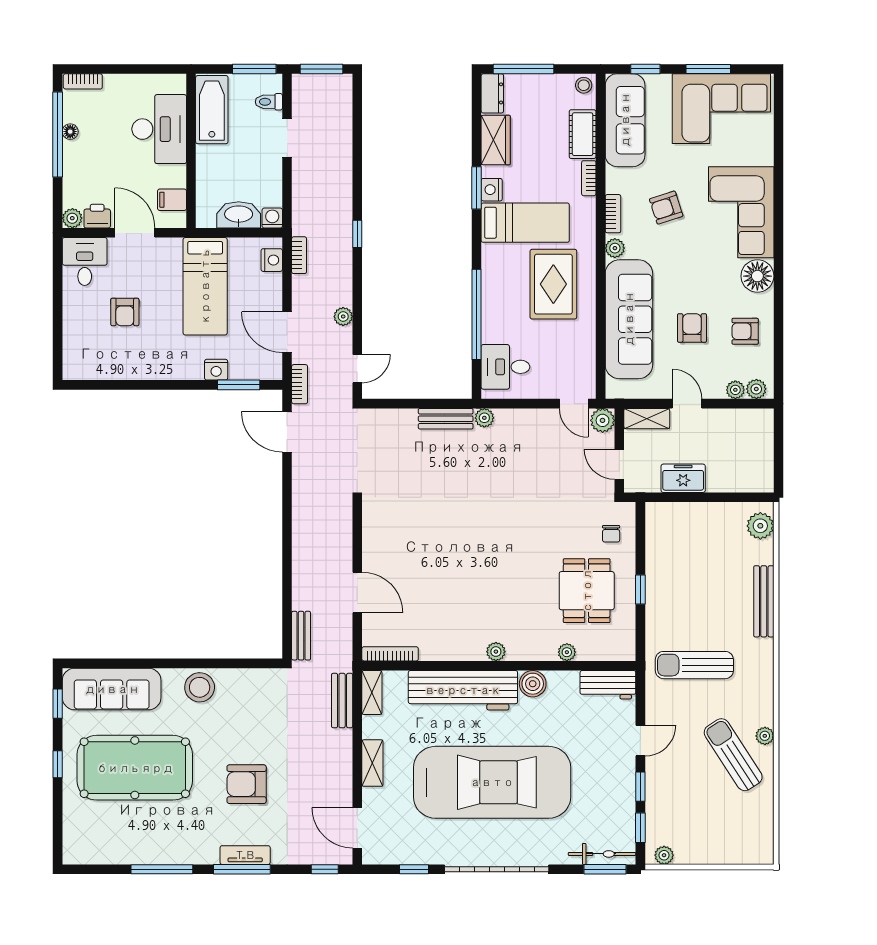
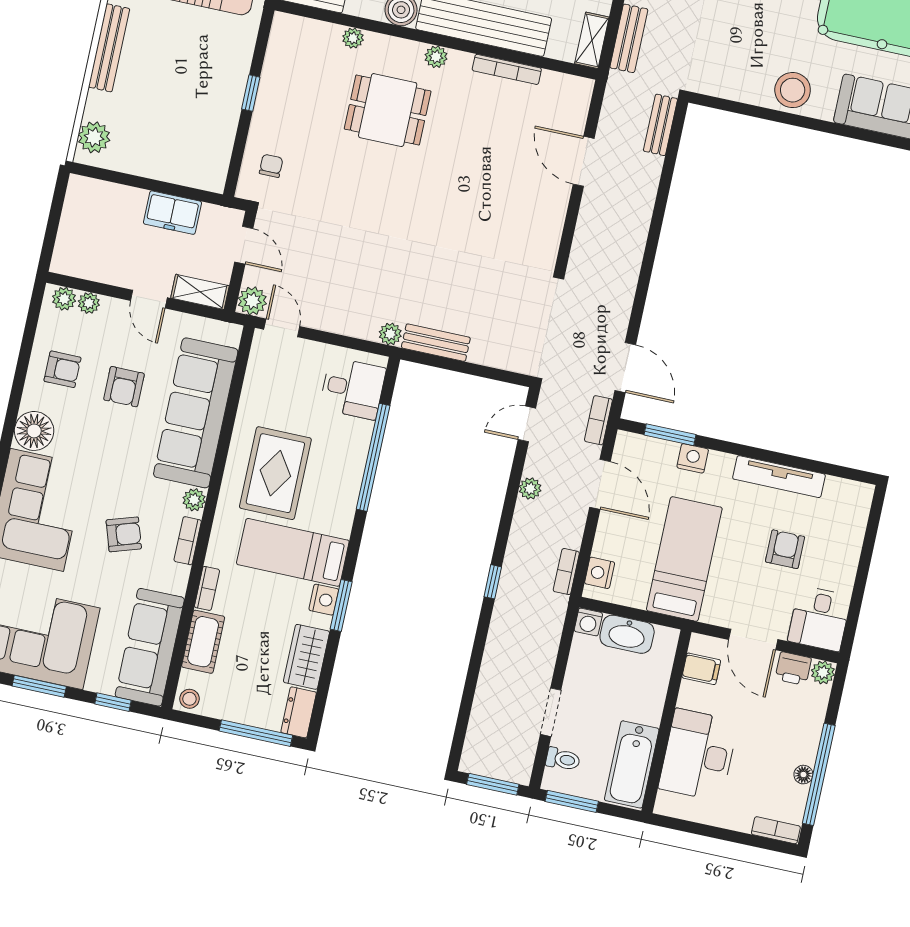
tv unit: (143, 370) -> (779, 477), added
dining table: (587, 591) -> (388, 110), moved, turned 90
bookcase: (390, 654) -> (507, 69), moved

